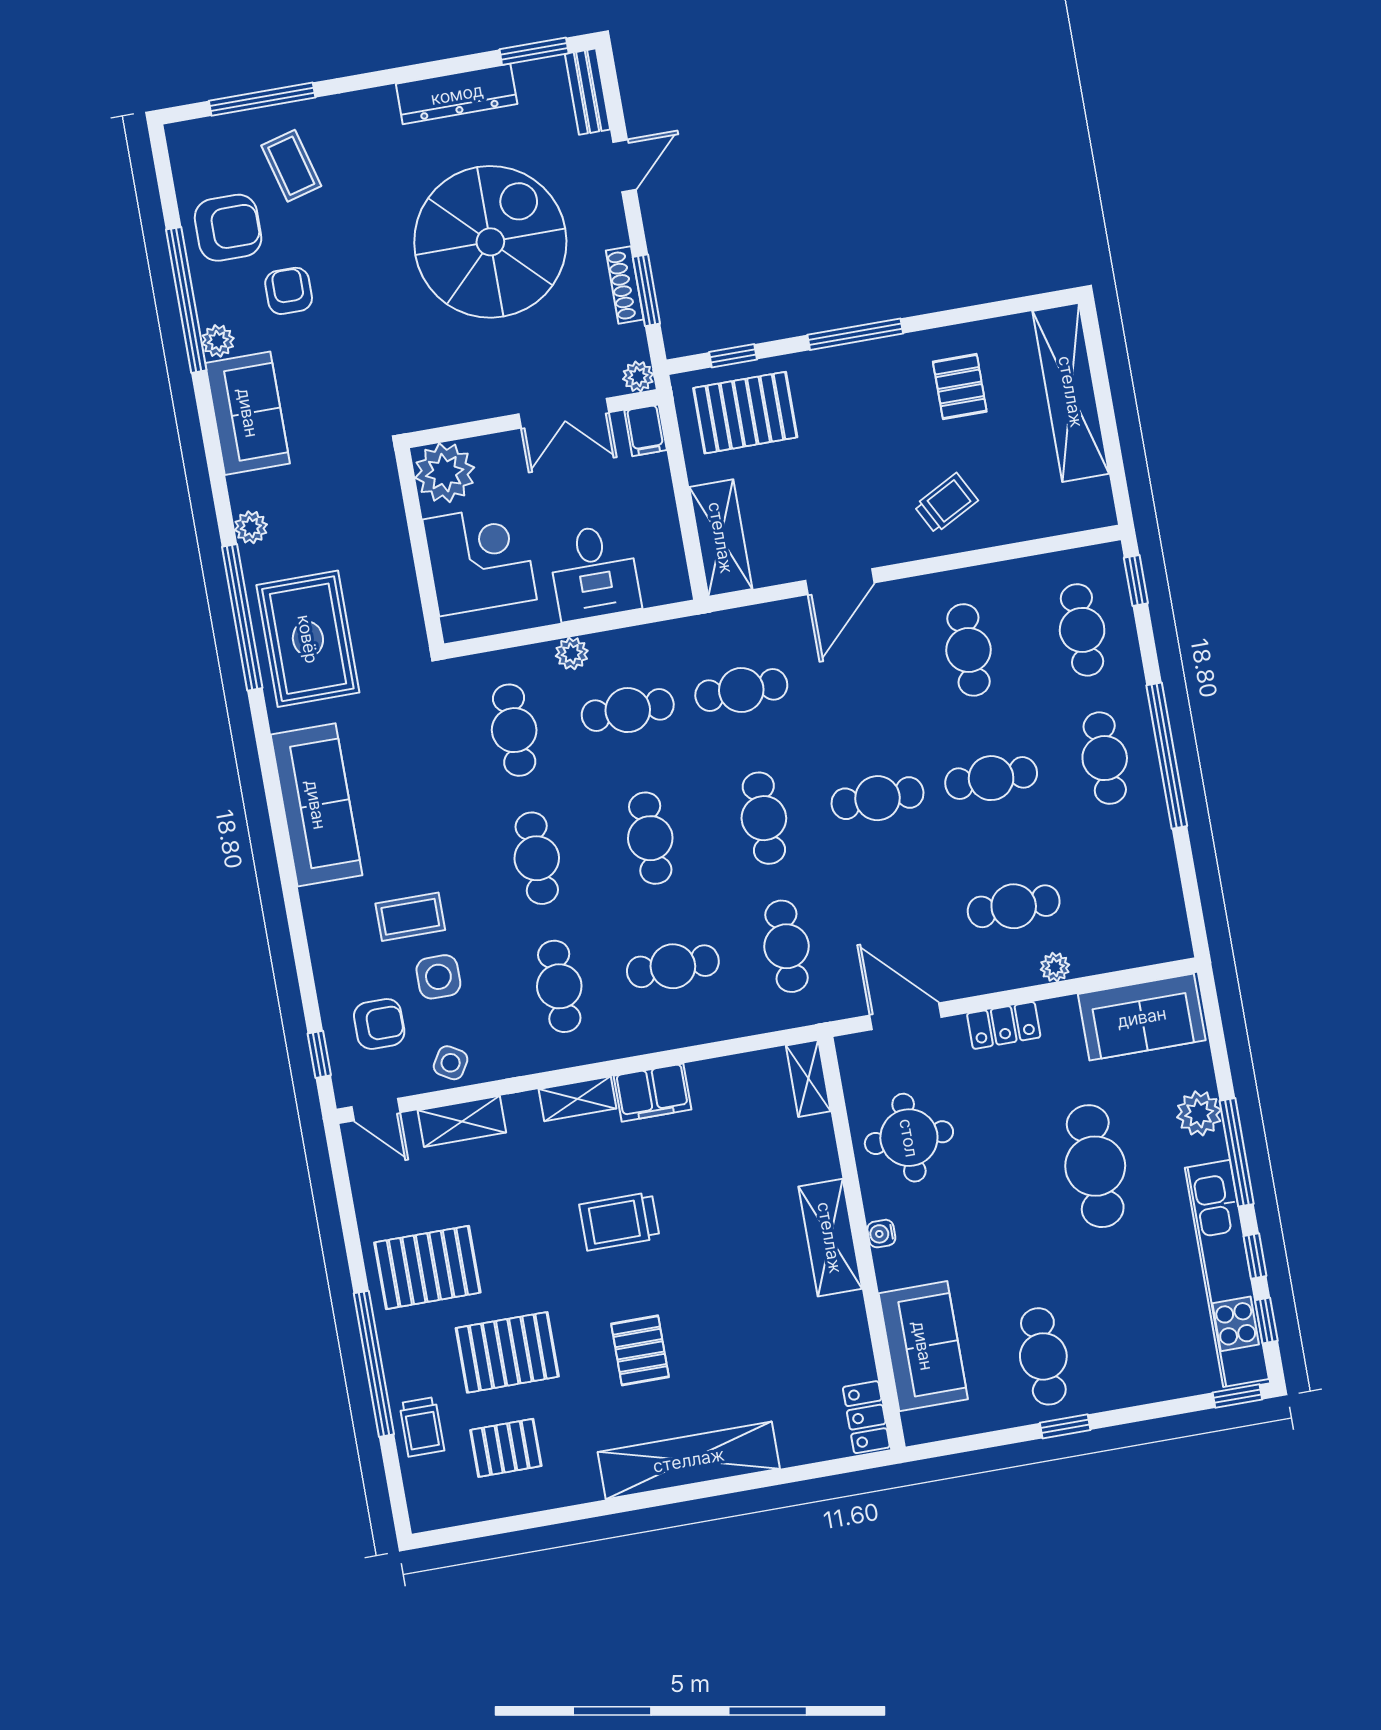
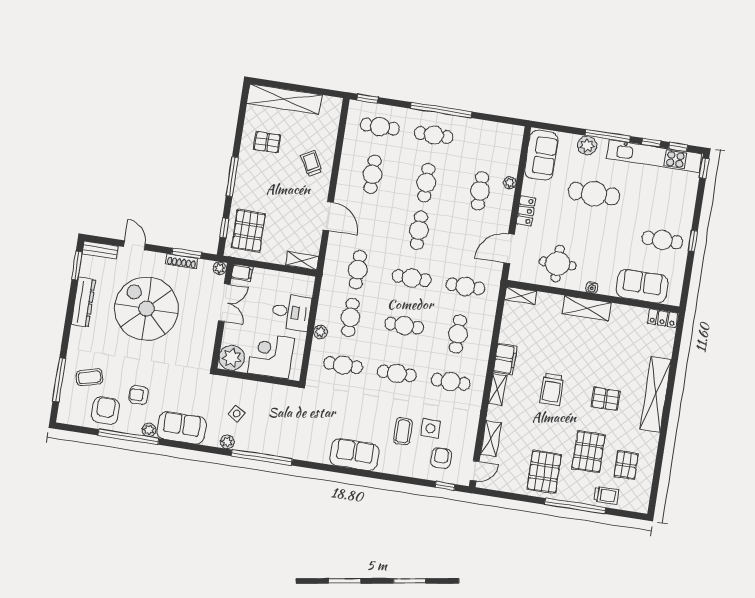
shelving: (721, 538) -> (302, 261), width x0.67, depth x0.75
rug: (308, 639) -> (279, 434), removed
cafe table: (968, 650) -> (373, 174), turned 90
sofa: (316, 805) -> (354, 455), width x0.73
side table: (451, 1063) -> (237, 414), moved

